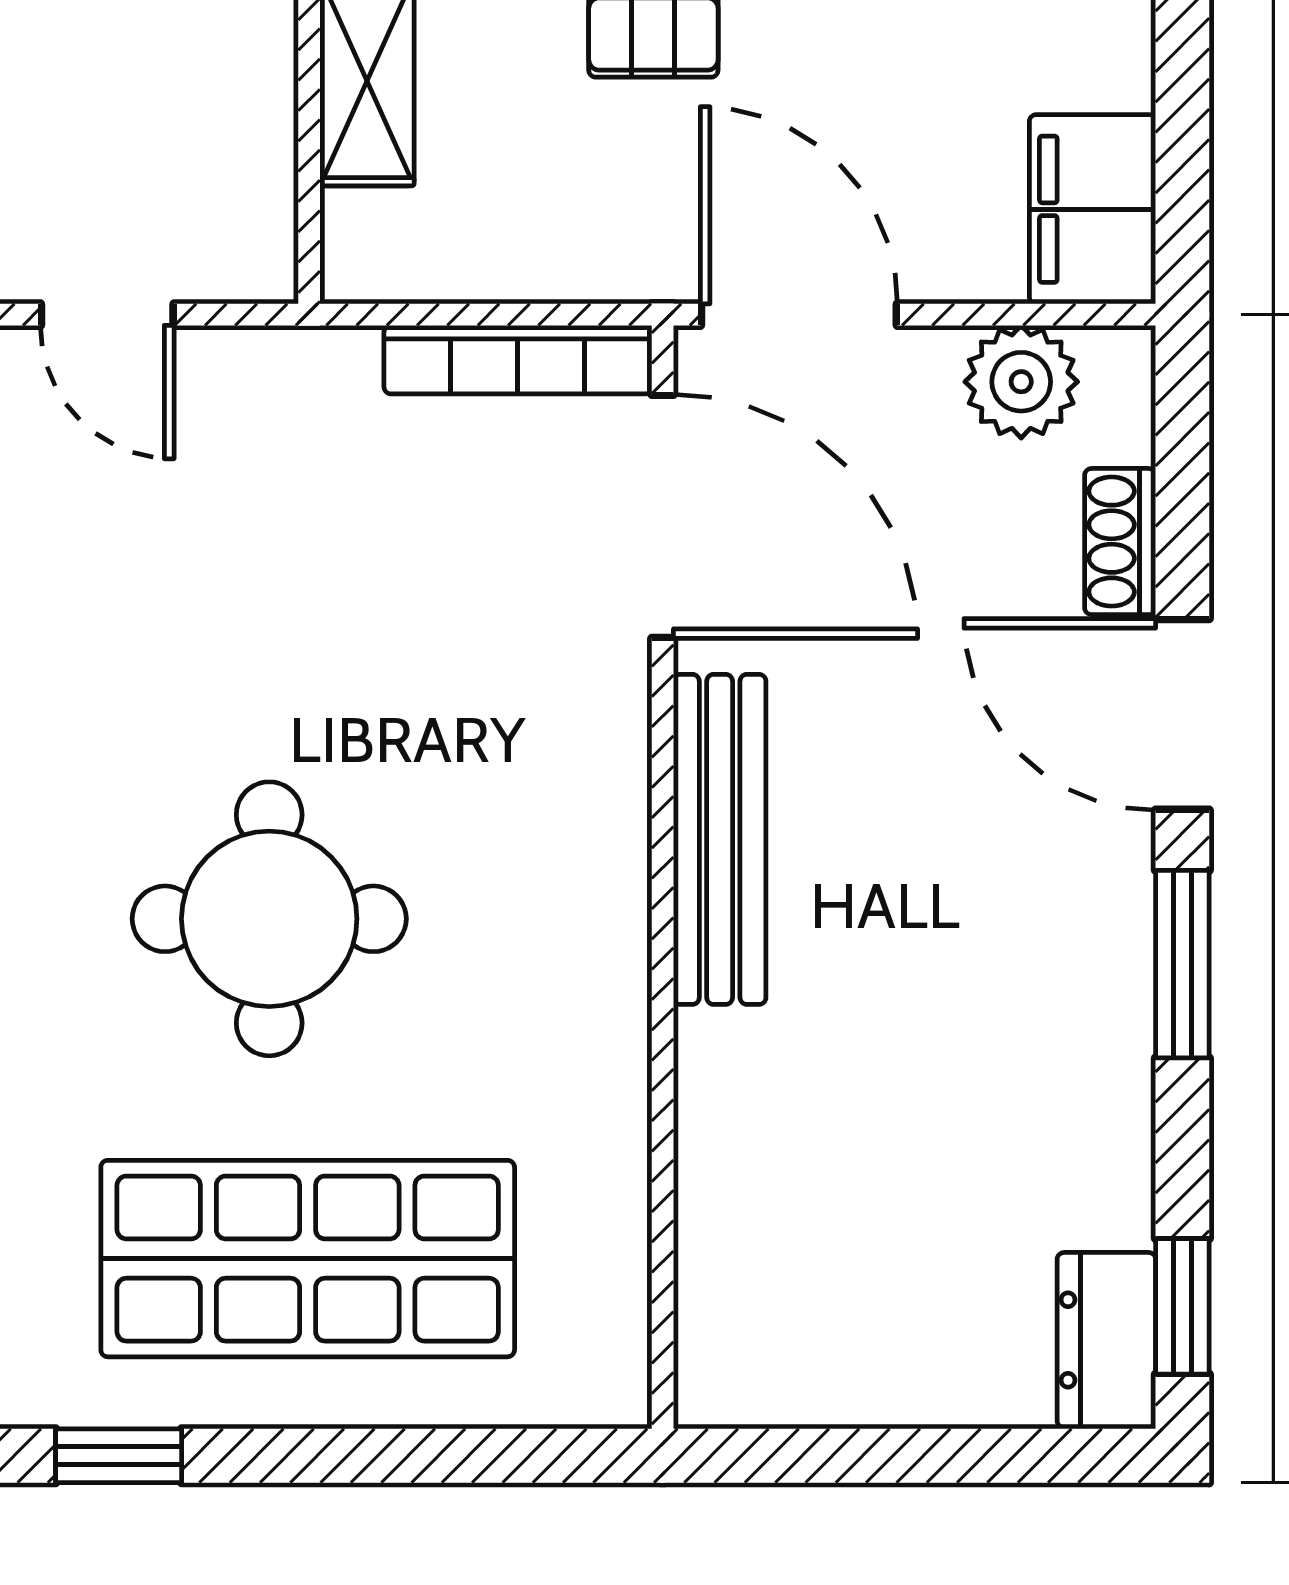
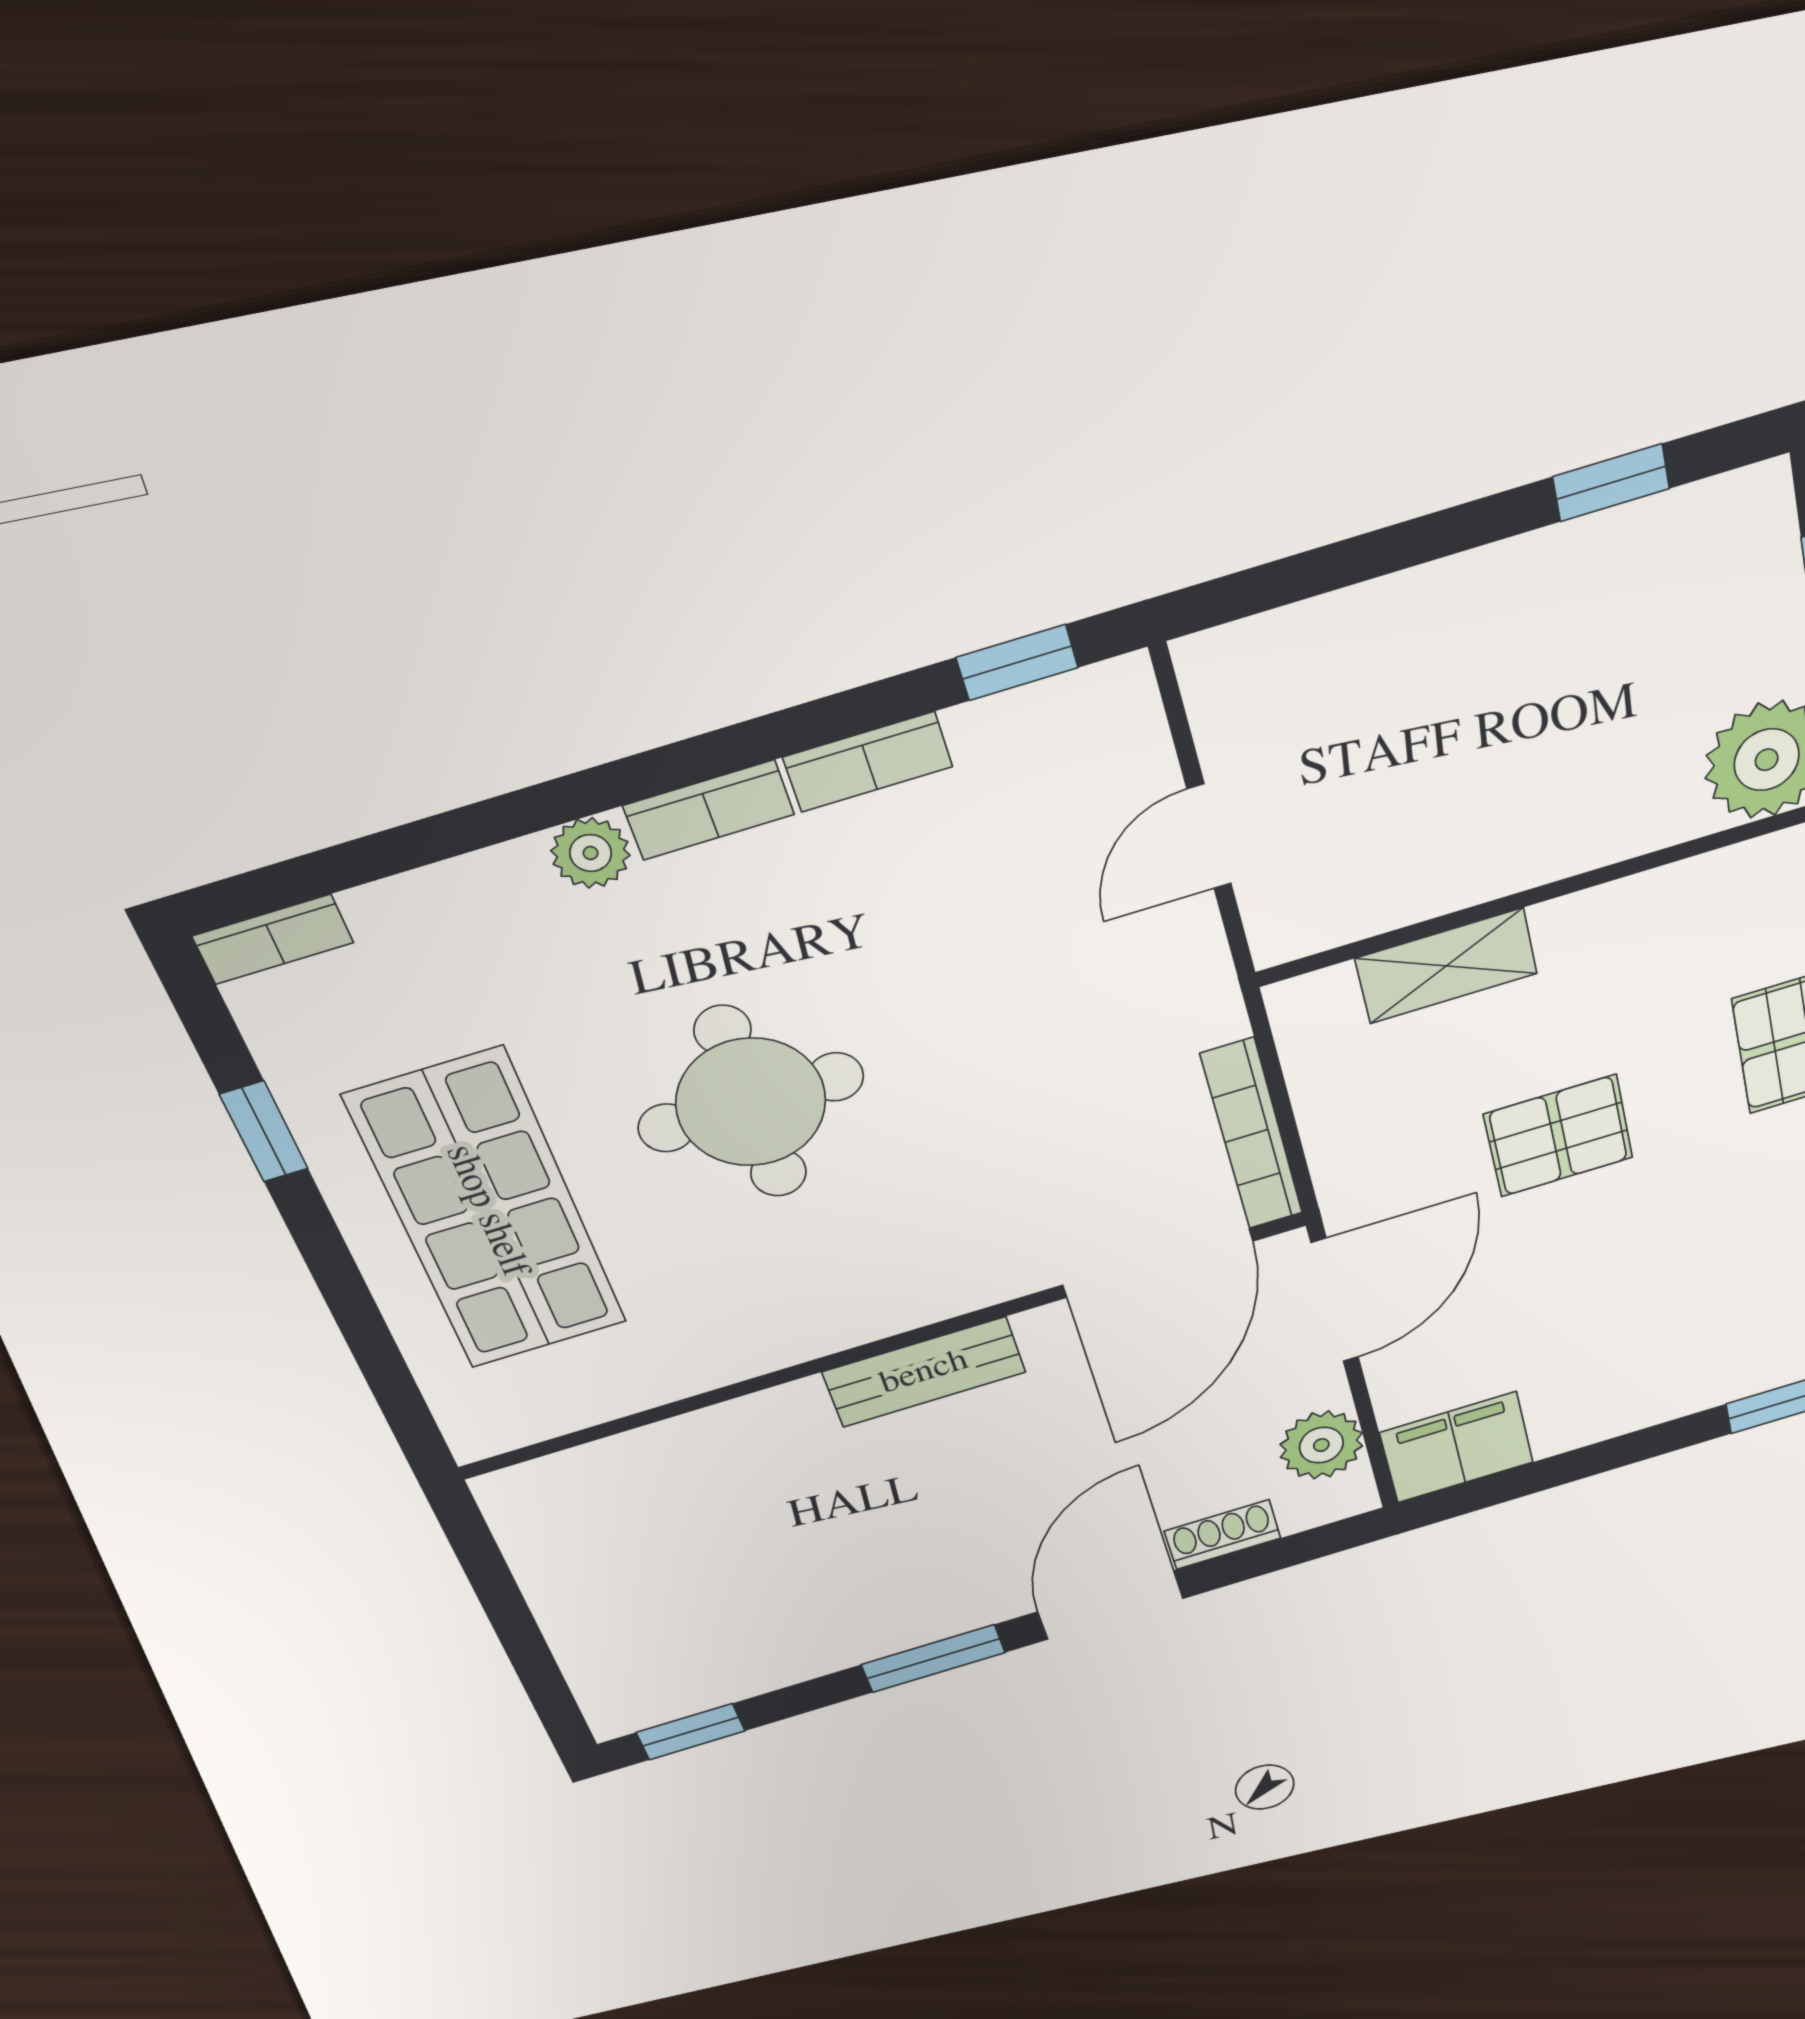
bench: (720, 839) -> (924, 1372), width x0.73
dresser: (1106, 1340) -> (648, 1700), removed

